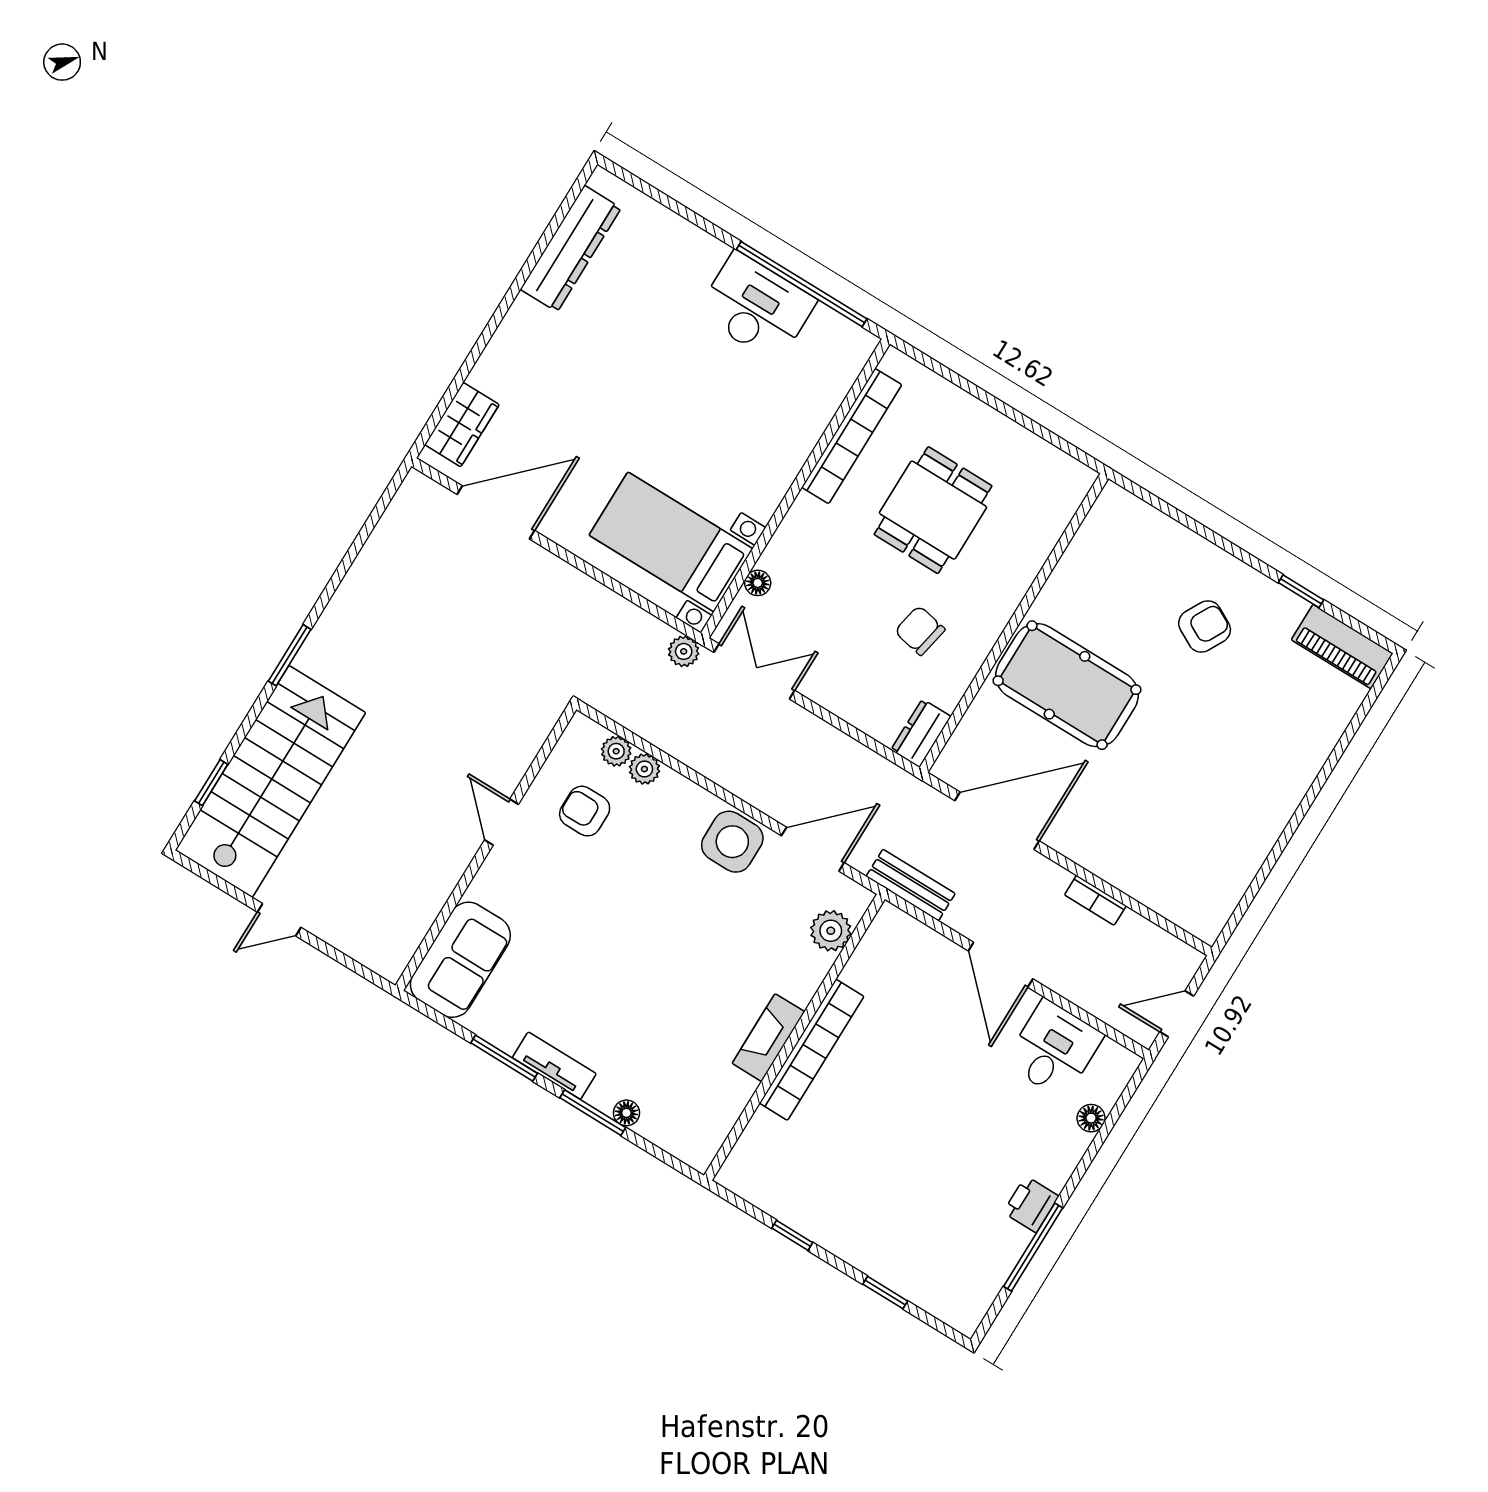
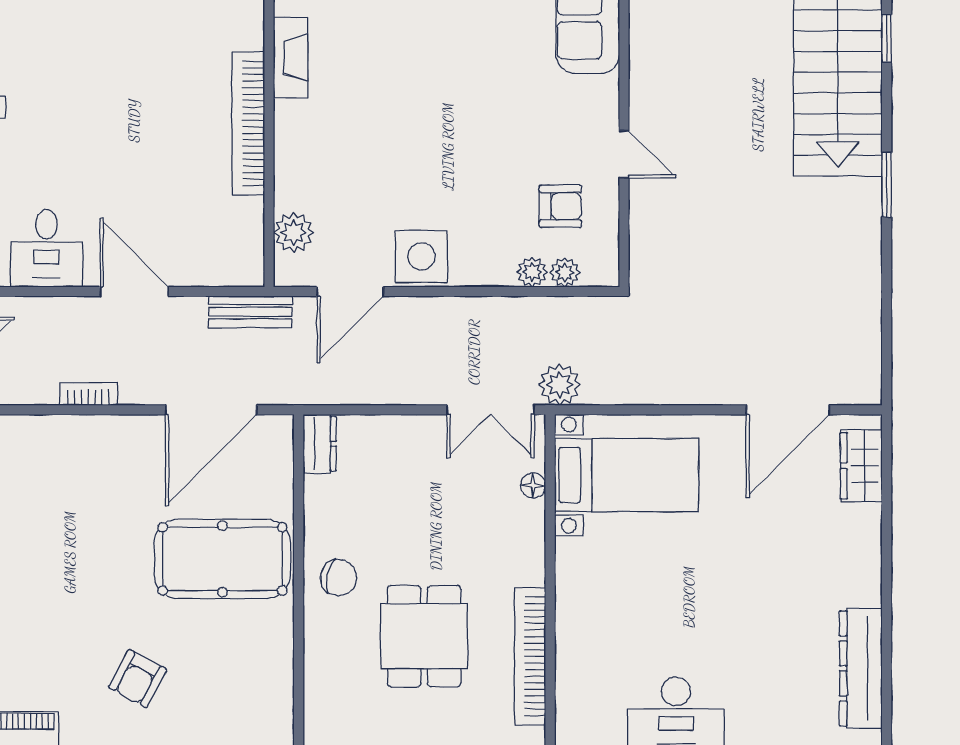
chair: (920, 631) -> (339, 578), moved
plant: (684, 651) -> (560, 385), width x1.38, depth x1.38
fireplace: (768, 1038) -> (291, 58), moved

